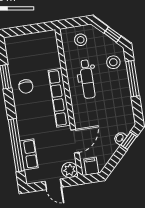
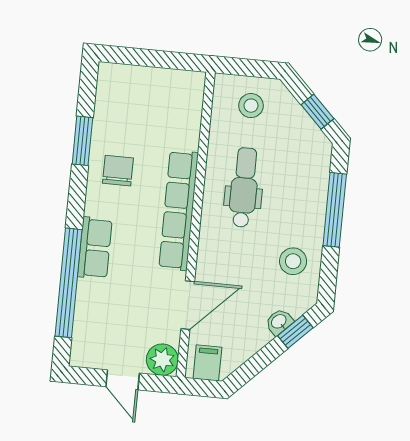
stool: (113, 62) -> (293, 261), moved
dental chair: (87, 79) -> (244, 187), turned 180
chair: (26, 86) -> (118, 171), turned 180
row of seats: (29, 154) -> (95, 248), moved

